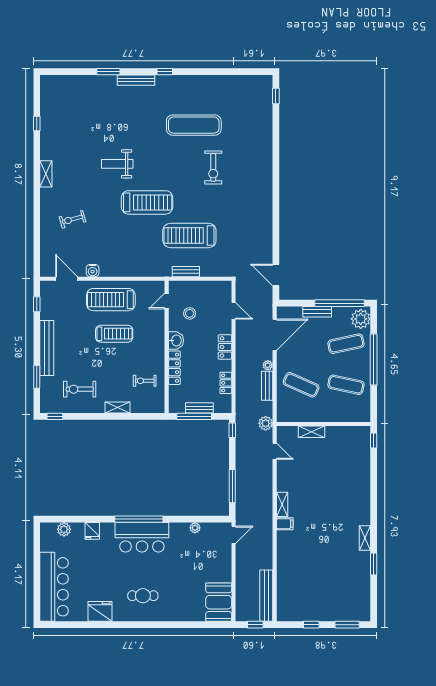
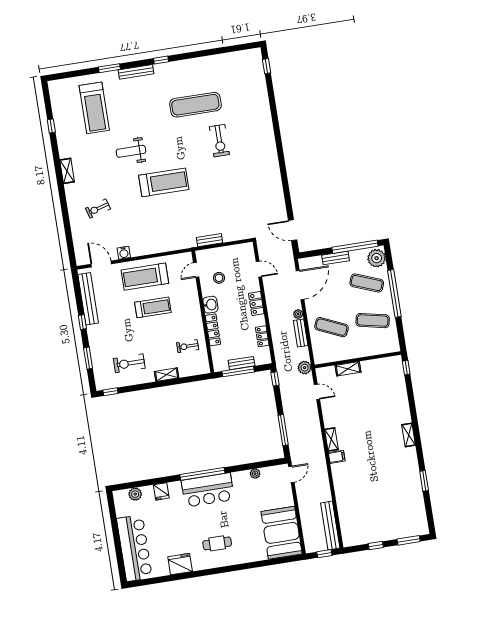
treadmill: (189, 235) -> (94, 108), moved, turned -90
window: (37, 304) -> (82, 322), moved
exercise mat: (346, 344) -> (367, 283), turned 33
bench: (47, 348) -> (88, 299), moved
shelving: (365, 538) -> (409, 435), moved
booth: (219, 602) -> (282, 533), width x1.36, depth x1.42

